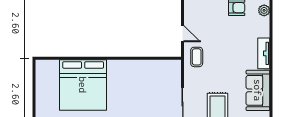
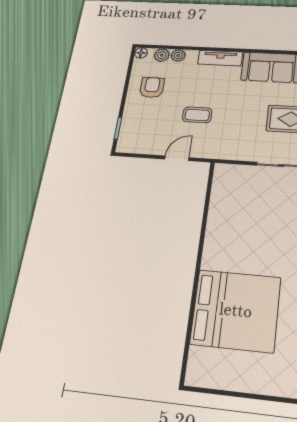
plant: (264, 23) -> (178, 55), added
coffee table: (197, 57) -> (197, 115), moved

